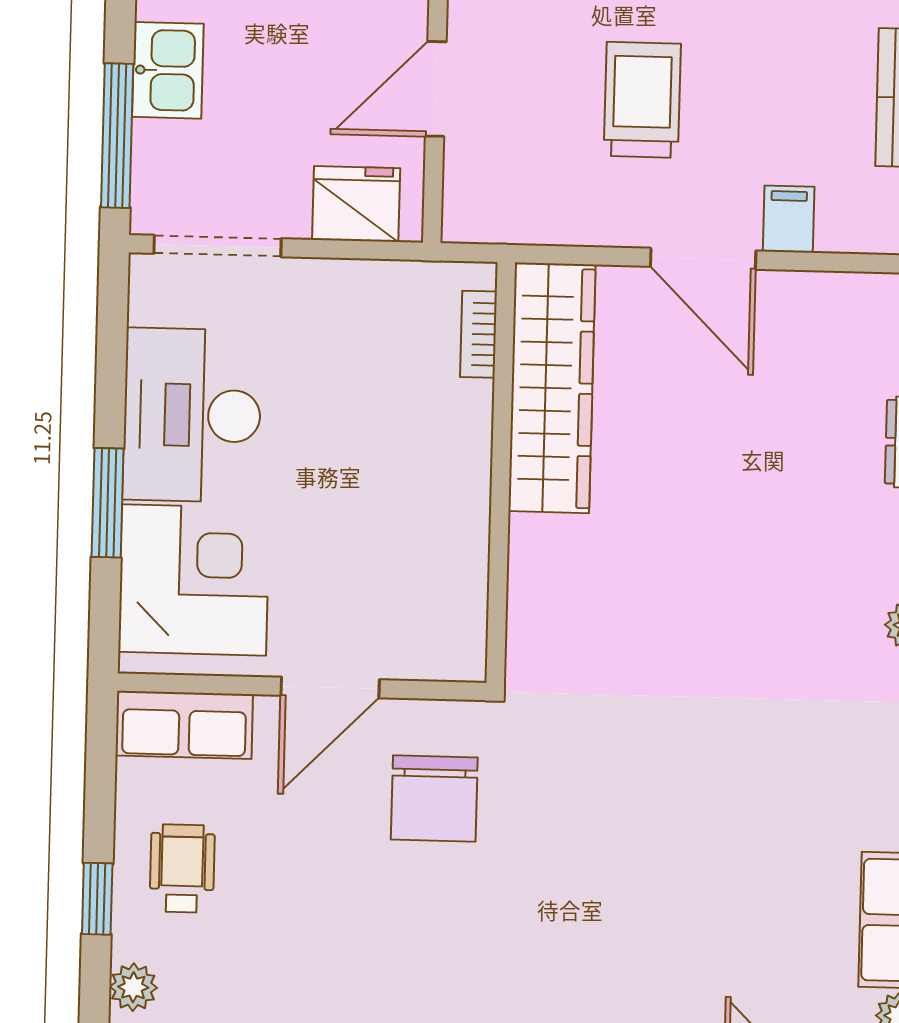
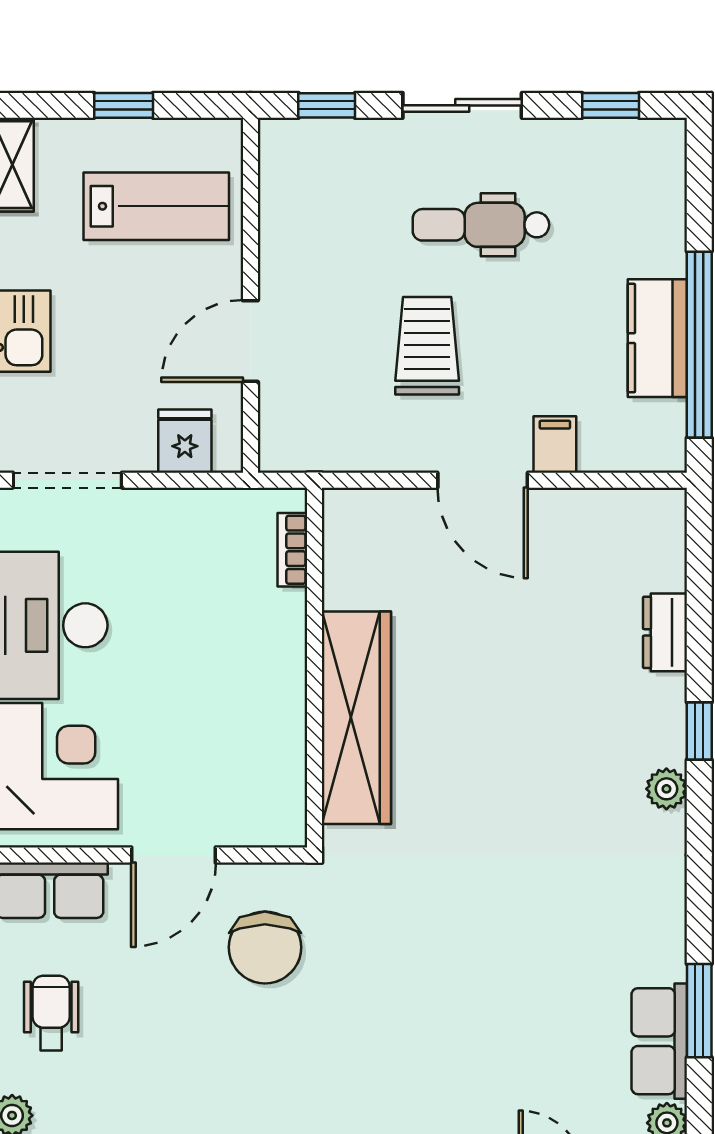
fridge: (356, 204) -> (185, 441), width x0.72
wardrobe: (552, 388) -> (356, 718), moved

